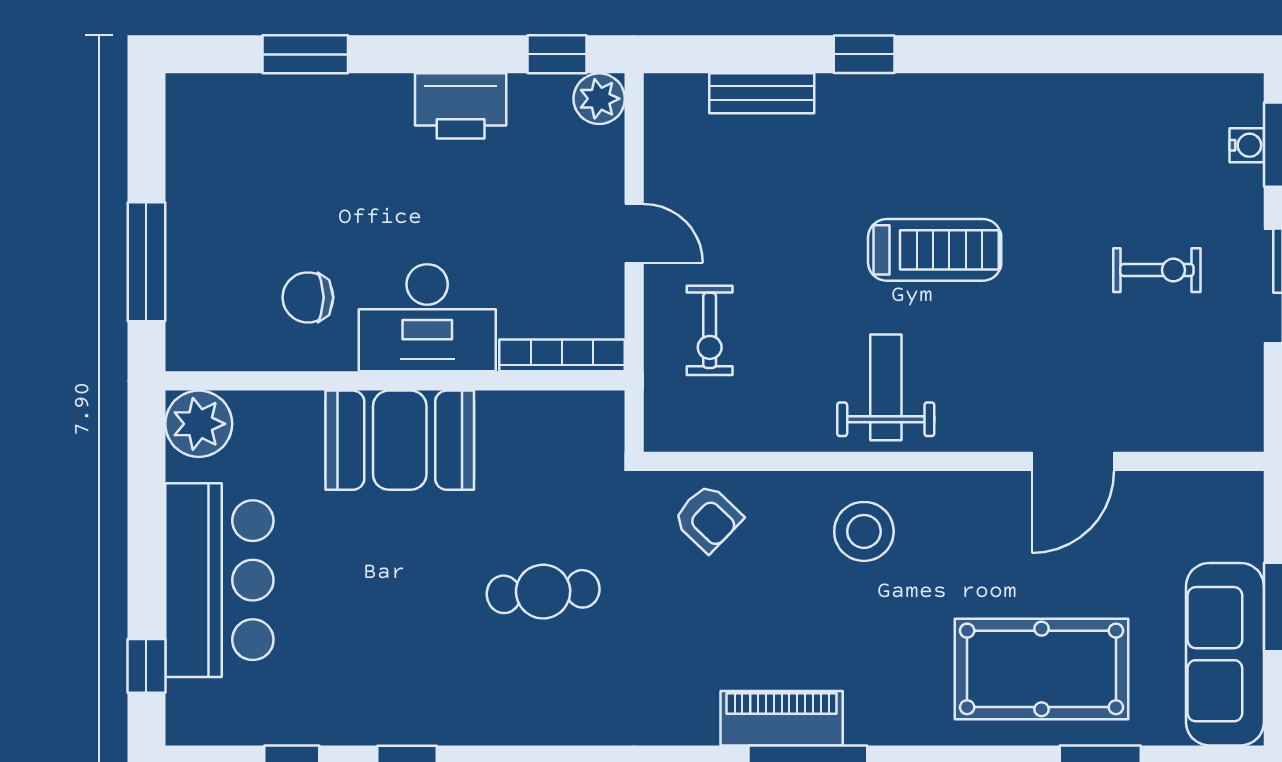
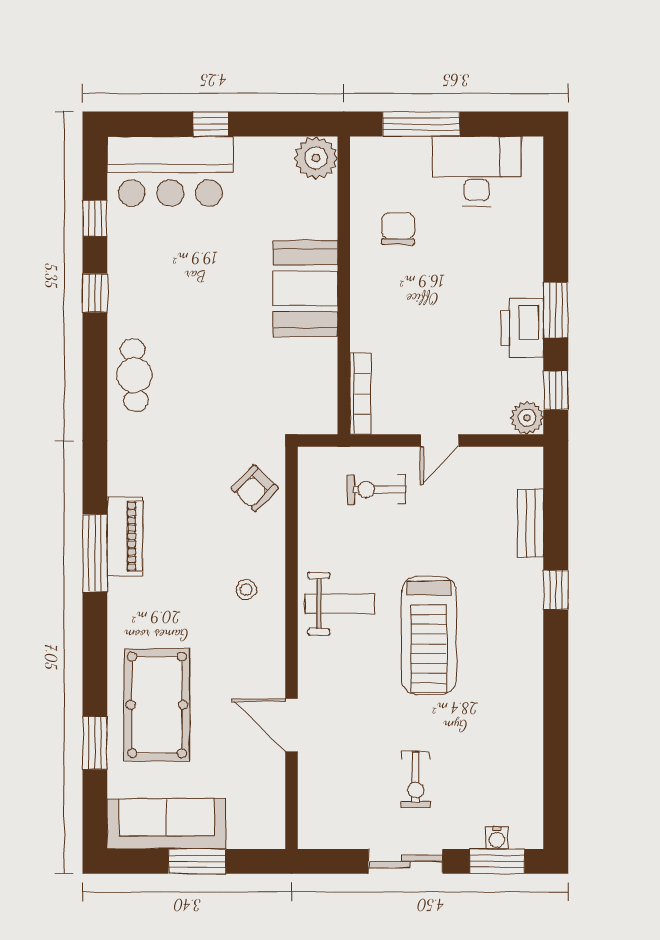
window: (305, 54) -> (556, 310), moved
treadmill: (935, 250) -> (429, 636), width x1.37, depth x1.38
desk: (427, 318) -> (477, 171), moved, turned 90
stool: (864, 531) -> (246, 590), width x0.53, depth x0.53
bar counter: (219, 580) -> (170, 171), moved
cafe table: (543, 592) -> (134, 375), moved
window: (146, 666) -> (211, 124), moved

